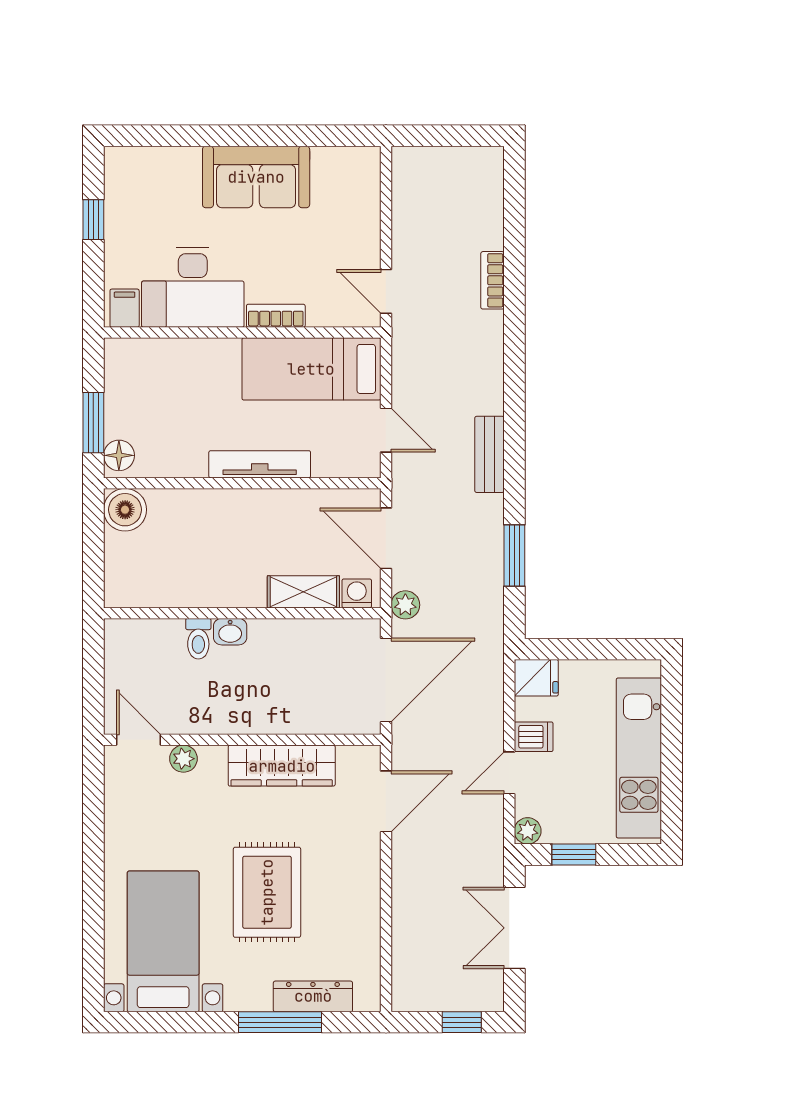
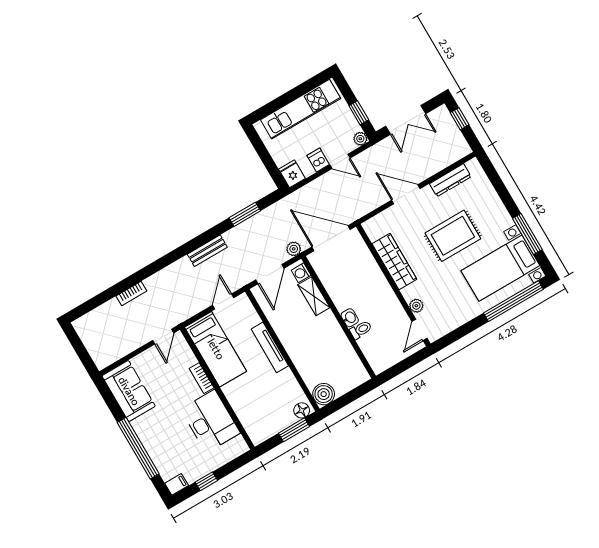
window: (219, 136) -> (138, 448), added
sofa: (256, 177) -> (129, 391), moved
filing cabinet: (125, 308) -> (177, 484), moved, turned 180
door: (386, 801) -> (406, 194), moved
window: (93, 931) -> (513, 301), added
dresser: (313, 996) -> (450, 180), moved, turned -90
window: (280, 1022) -> (527, 234), moved

